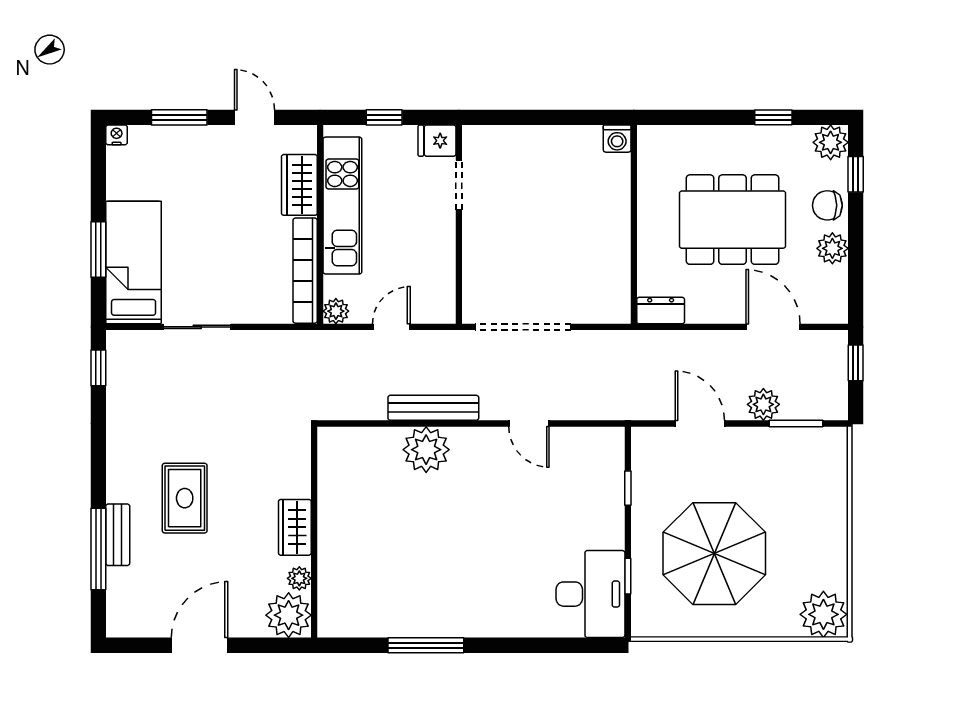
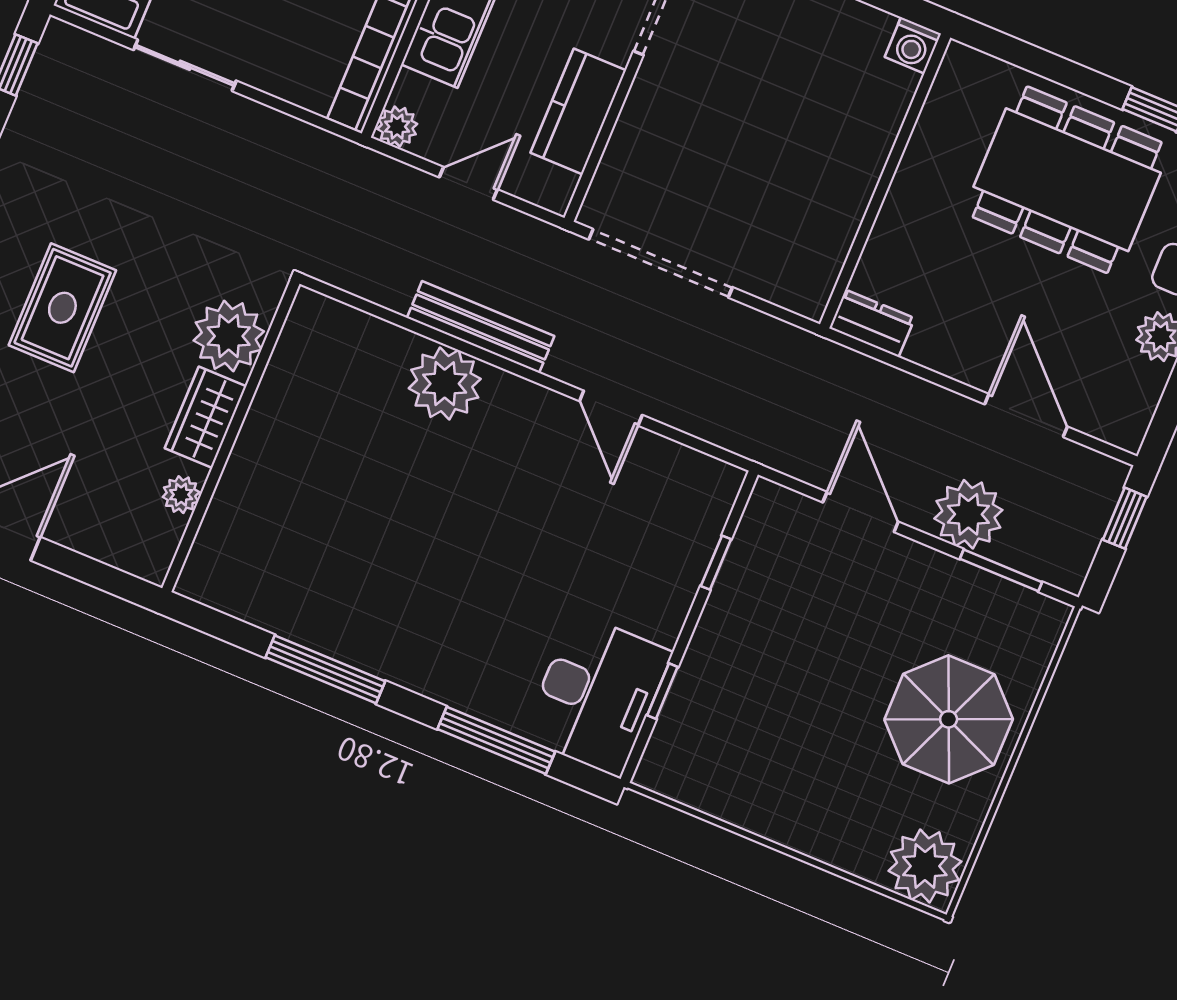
dining table: (732, 220) -> (1067, 180), moved
kitchen counter: (438, 258) -> (578, 111), added
plant: (763, 404) -> (968, 514), width x1.36, depth x1.36
parasol: (714, 554) -> (949, 719), moved, width x0.73, depth x0.73
plant: (289, 615) -> (229, 336), moved
window: (543, 645) -> (496, 740), added

